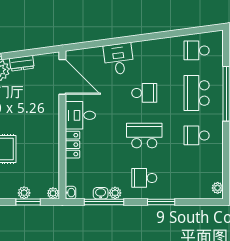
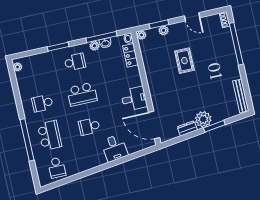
school desk: (197, 50) -> (57, 168), turned 90
school desk: (197, 135) -> (42, 103), turned 180
locker: (73, 145) -> (131, 55), moved

